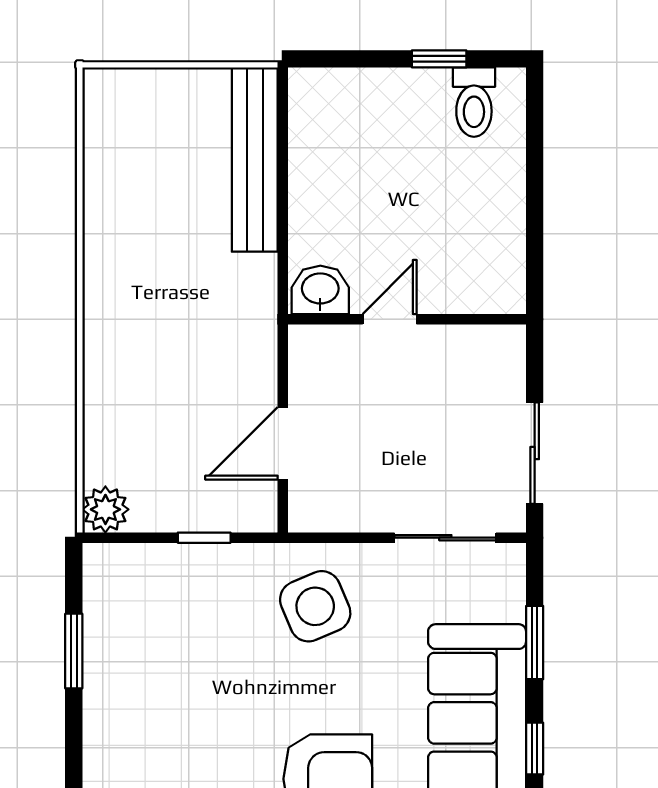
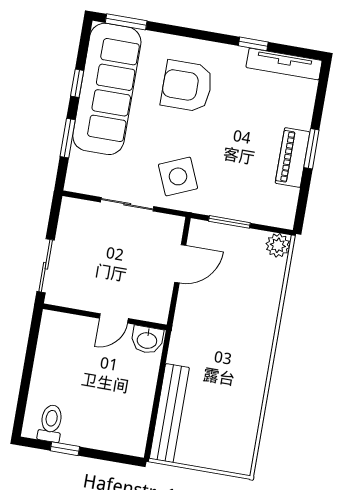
sliding door: (535, 453) -> (46, 266), moved
window: (204, 538) -> (229, 222), width x1.50
sliding door: (445, 538) -> (127, 204), moved
window: (74, 651) -> (311, 149), moved
piano: (107, 679) -> (292, 158), added

